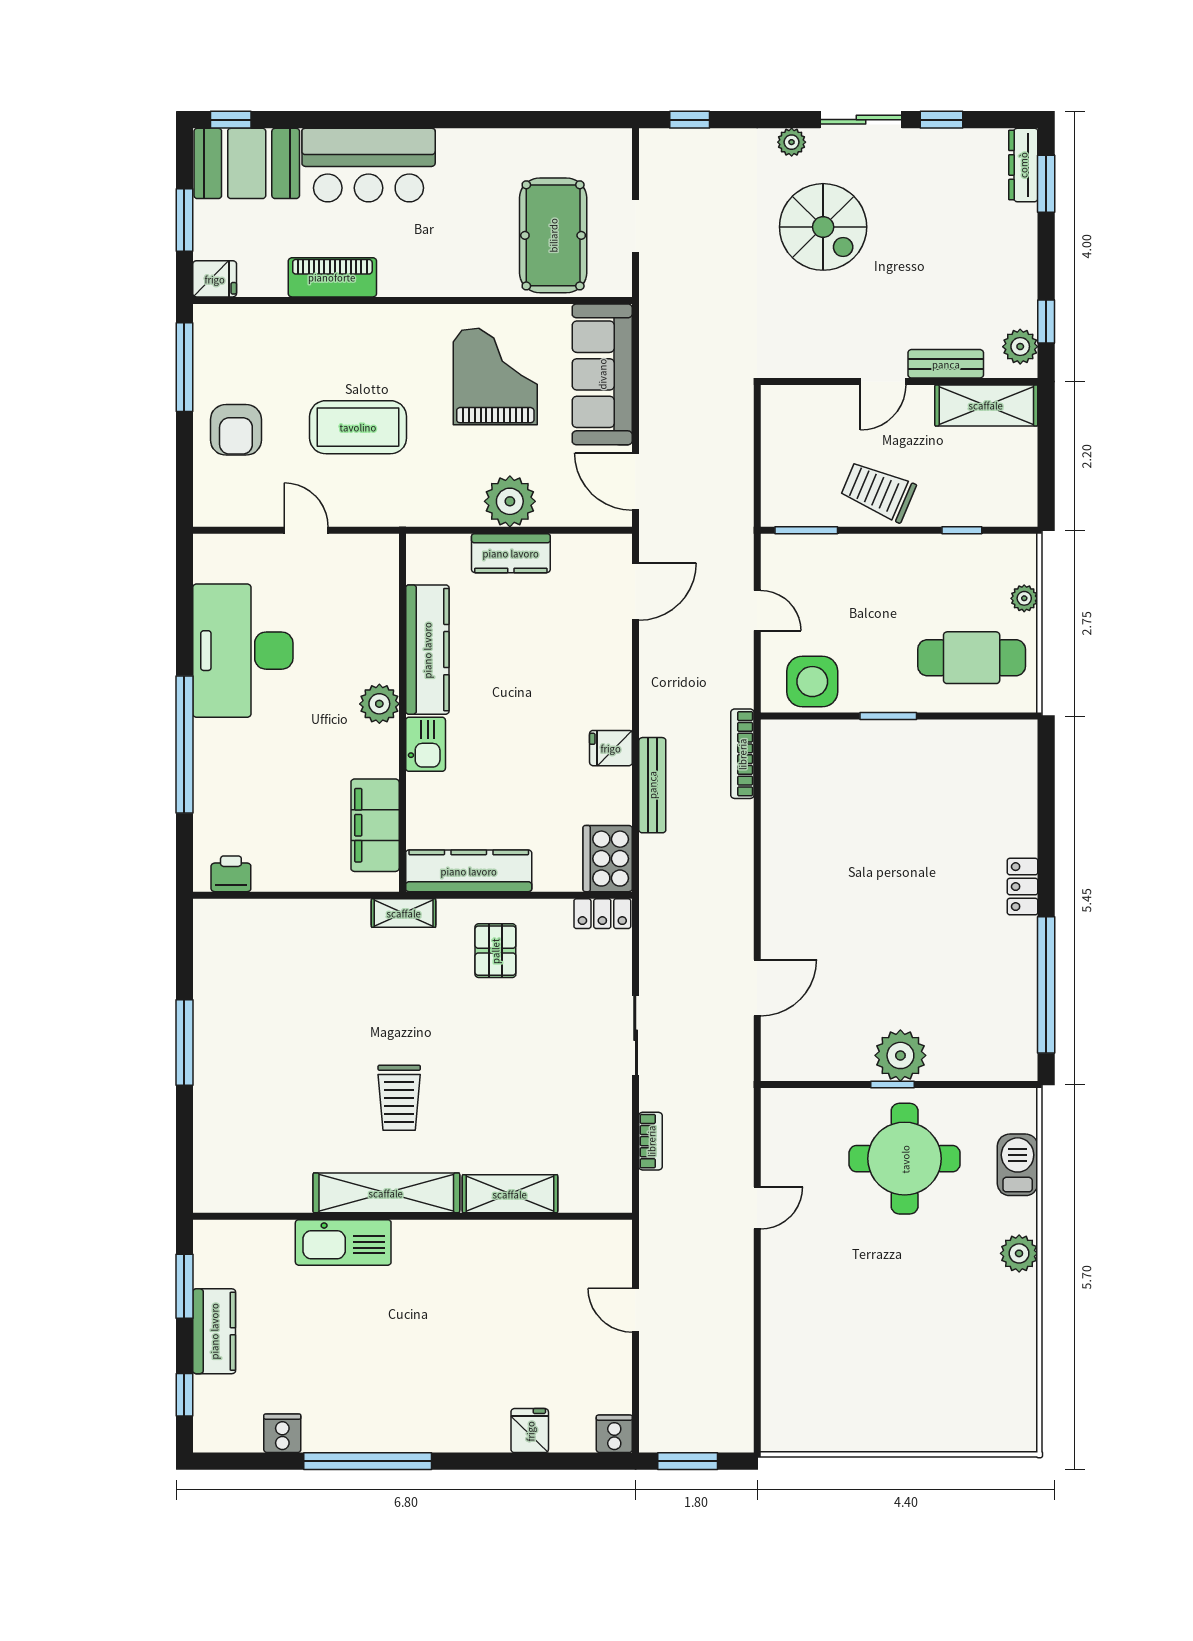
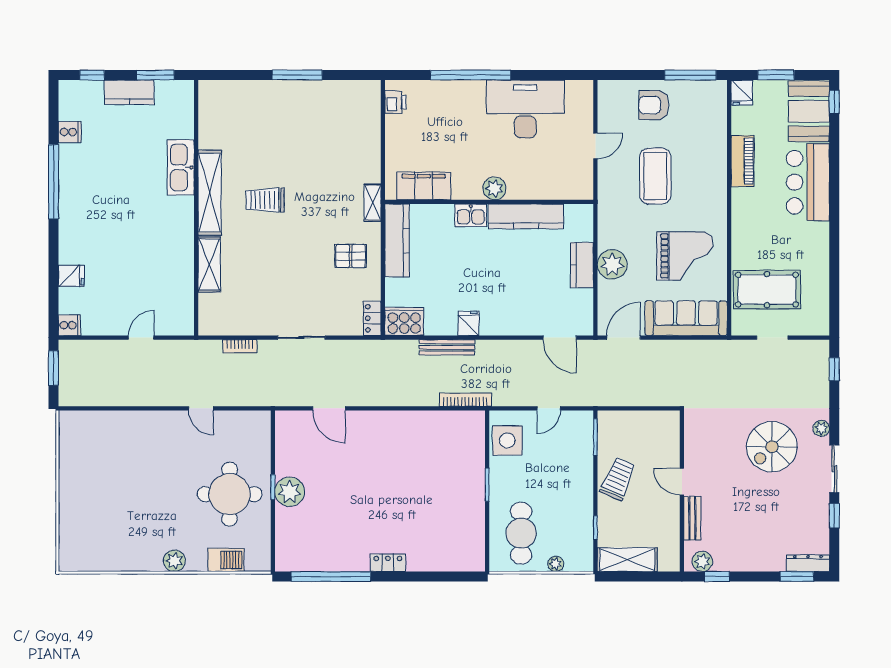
shelving: (986, 405) -> (627, 560), moved, turned 90

